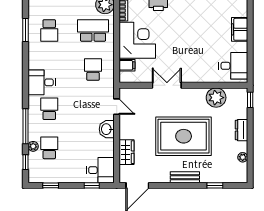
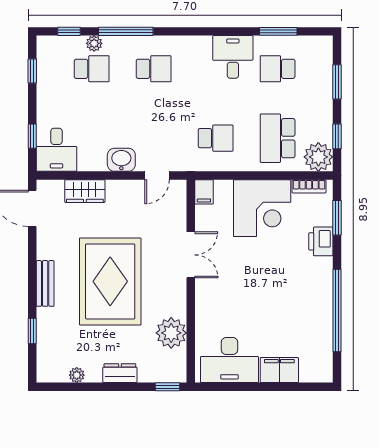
school desk: (93, 30) -> (278, 138), turned 180
filing cabinet: (127, 65) -> (204, 192), moved
desk: (233, 66) -> (229, 360), width x1.37
desk: (42, 82) -> (233, 57), moved

